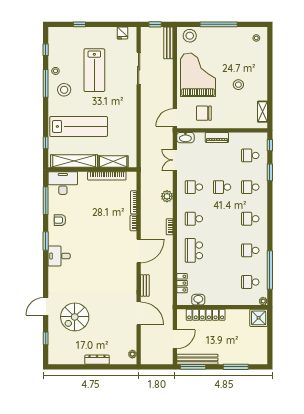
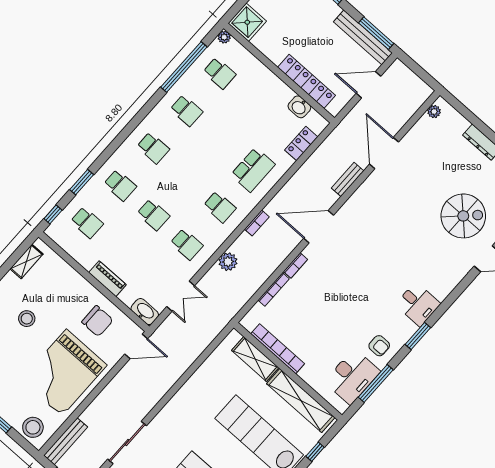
desk: (63, 183) -> (352, 377), moved, turned -90

